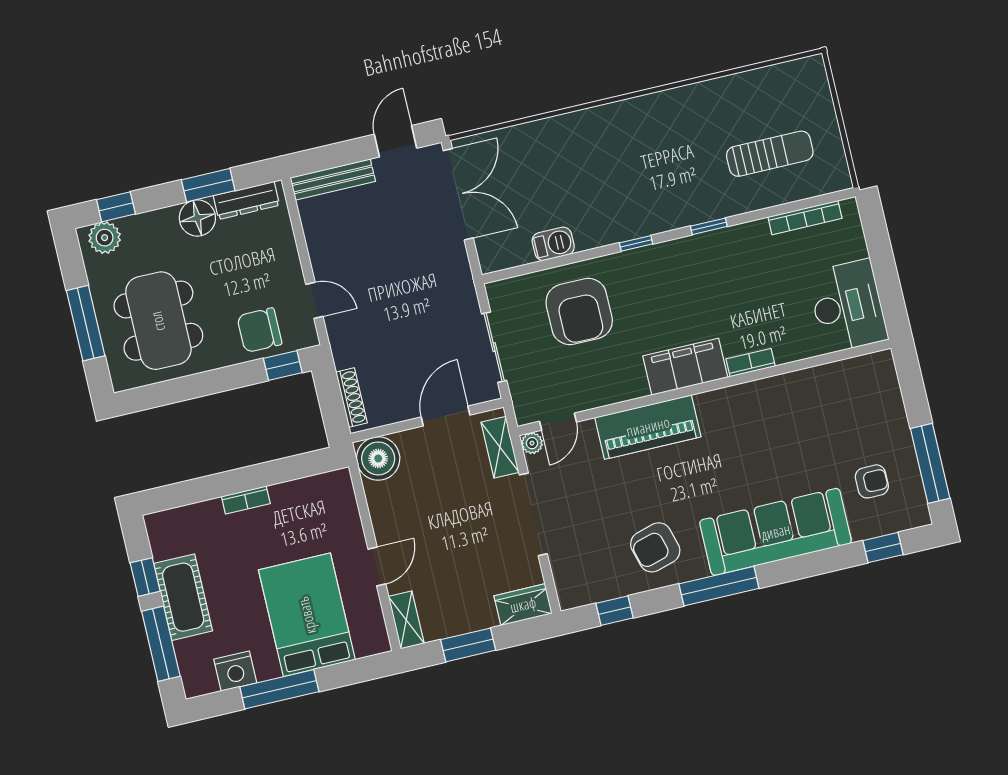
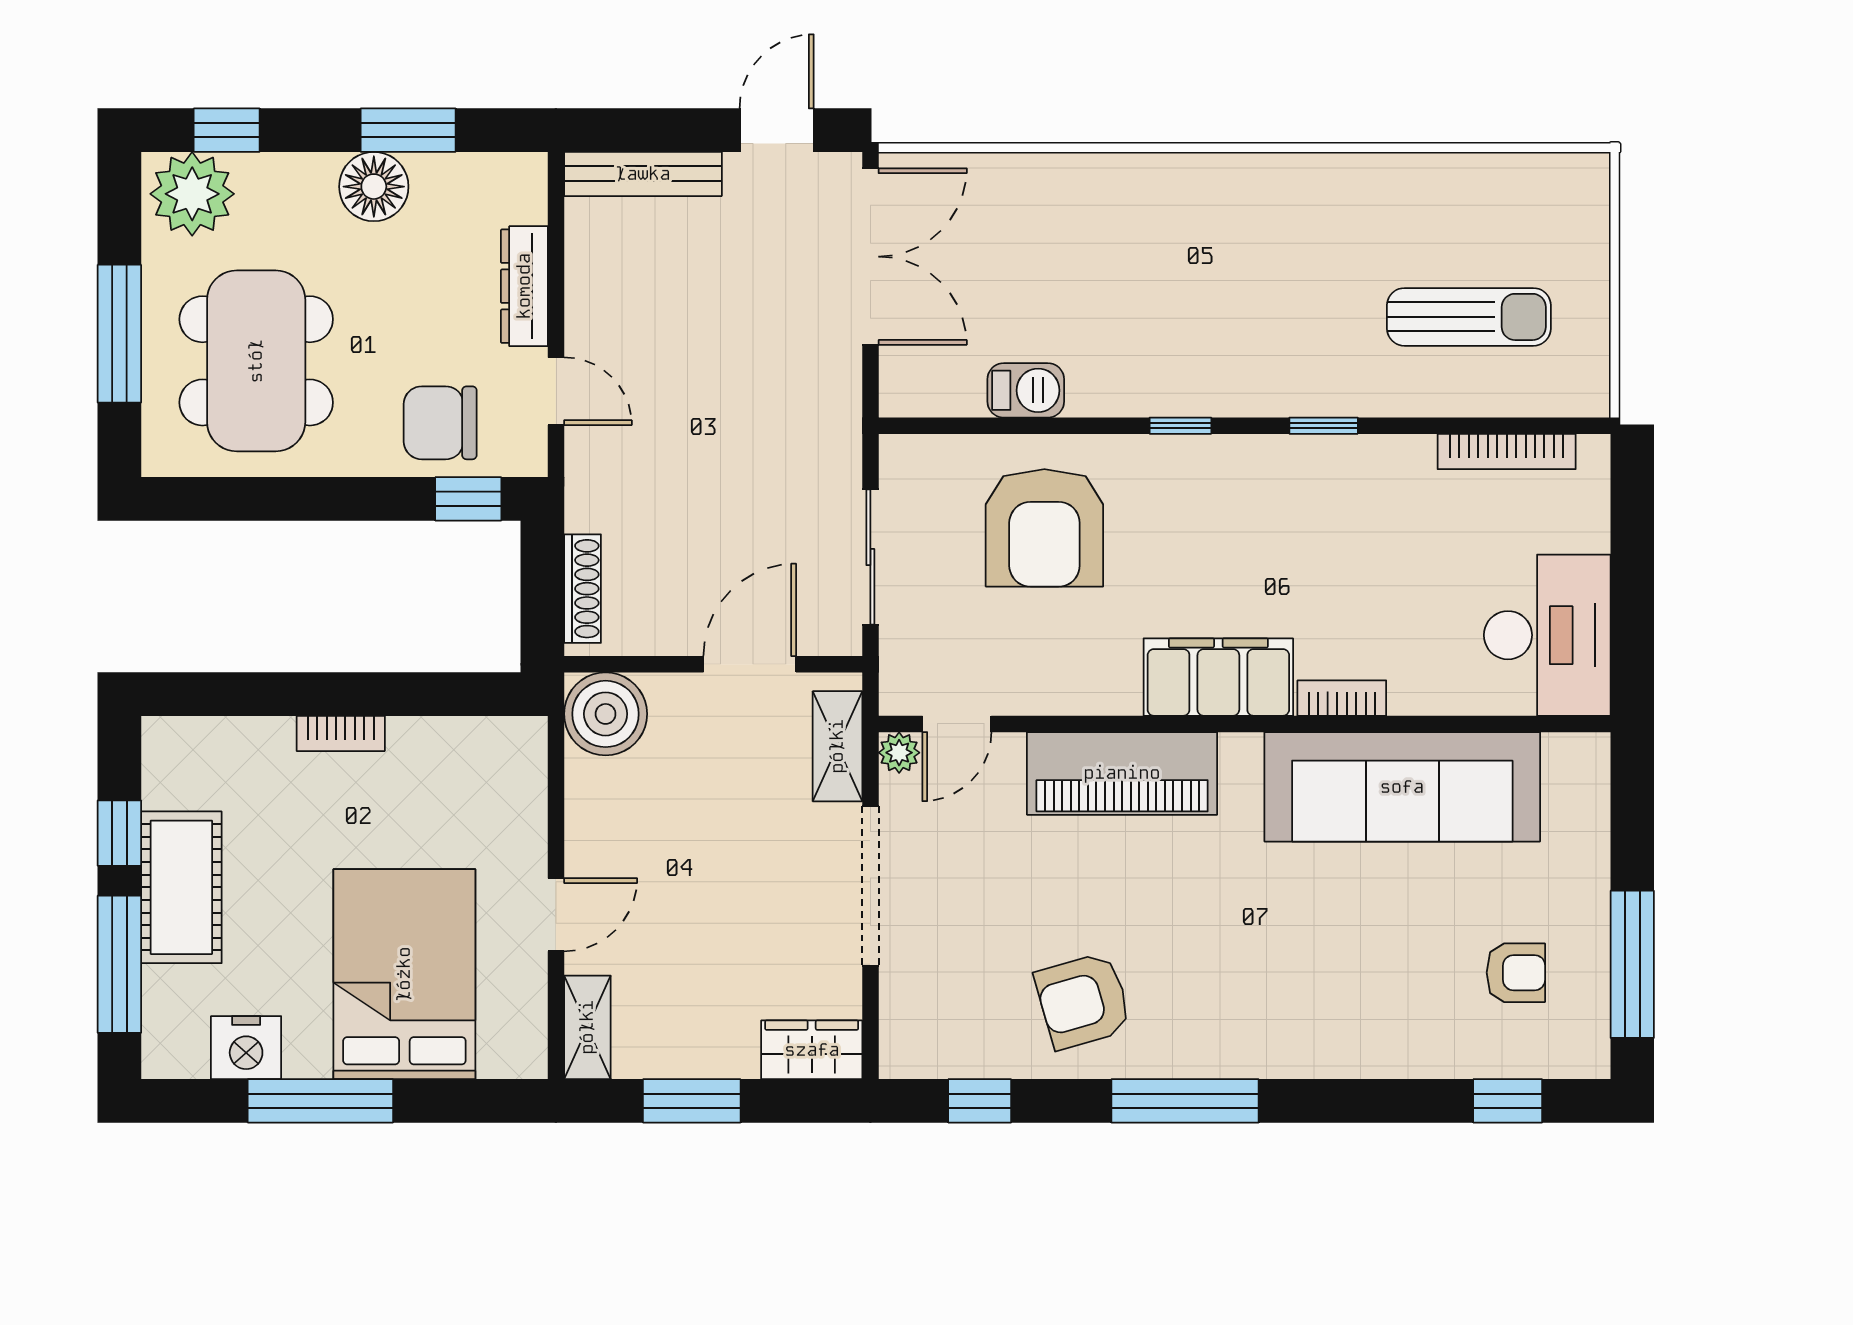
dresser: (246, 200) -> (524, 286), moved, turned 90
plant: (105, 238) -> (192, 194), width x1.36, depth x1.36
sofa: (776, 532) -> (1402, 787), moved, turned 180

